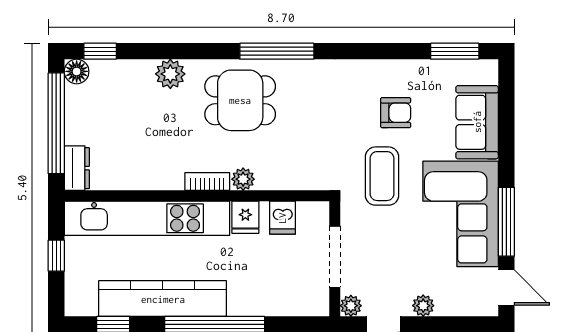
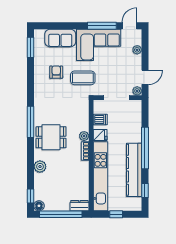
dining table: (240, 100) -> (51, 137), turned 90
plant: (423, 306) -> (137, 50), moved

